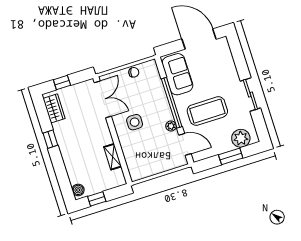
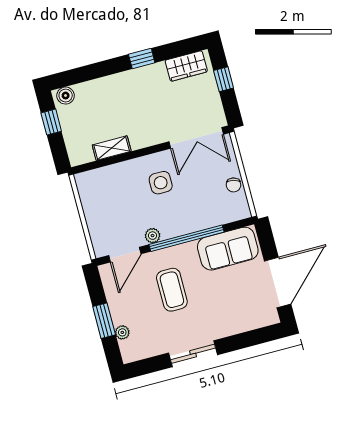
coffee table: (207, 111) -> (172, 290), width x0.73, depth x0.76
plant: (241, 138) -> (122, 332), width x0.53, depth x0.53

